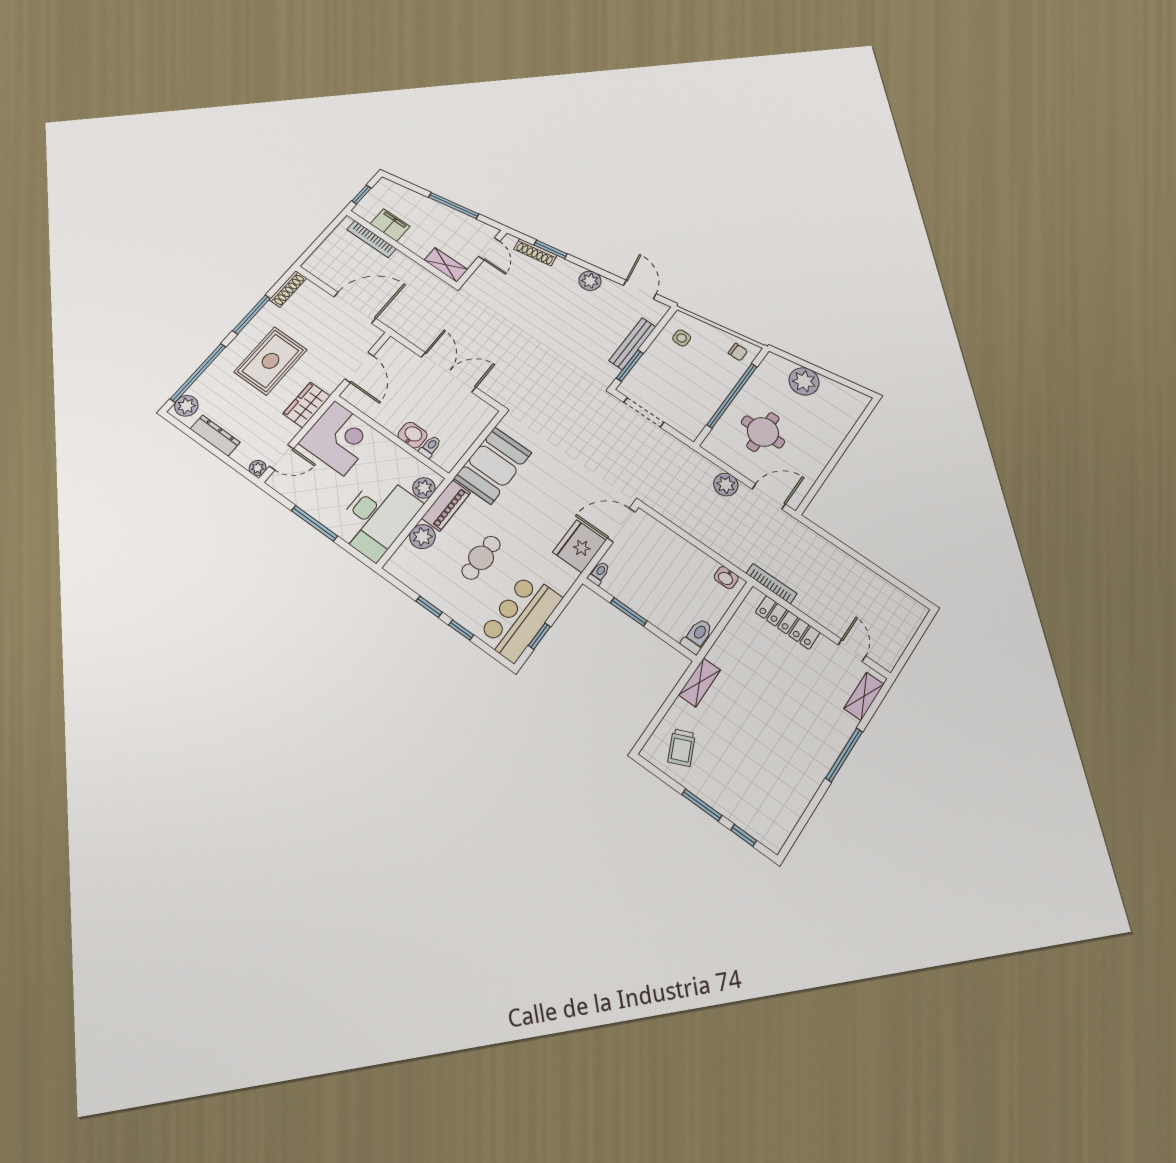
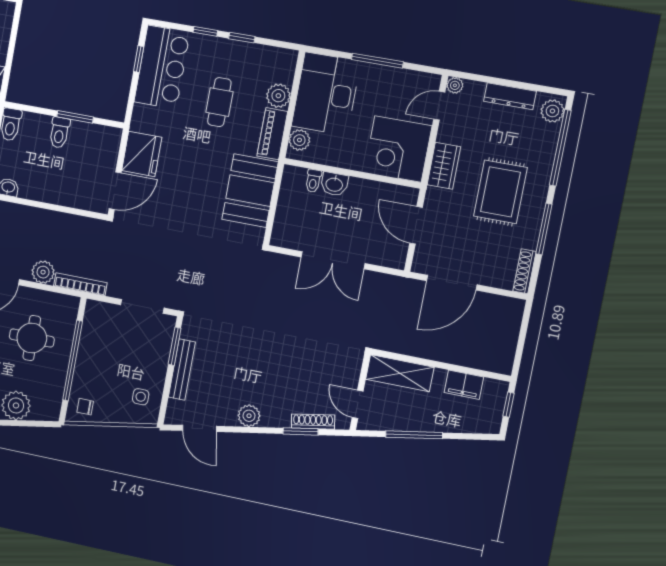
bookcase: (372, 239) -> (80, 284), moved
shelving: (446, 265) -> (400, 373), width x1.50, depth x1.33
toilet: (599, 573) -> (59, 133), moved, width x1.37, depth x1.39

